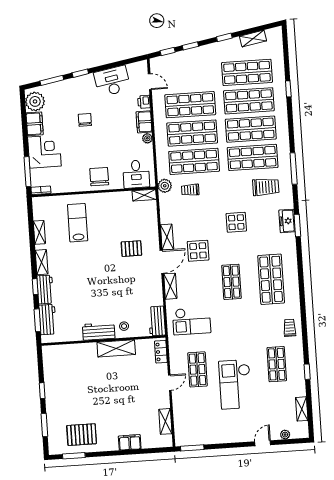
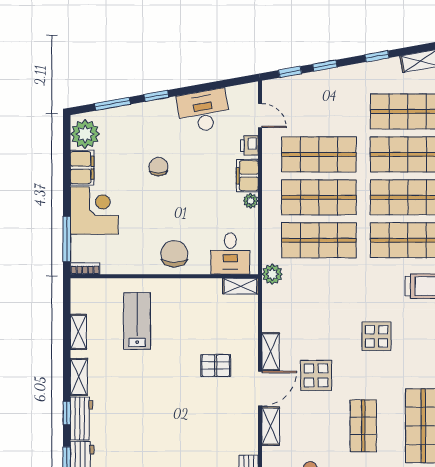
trolley: (190, 190) -> (310, 283), removed

